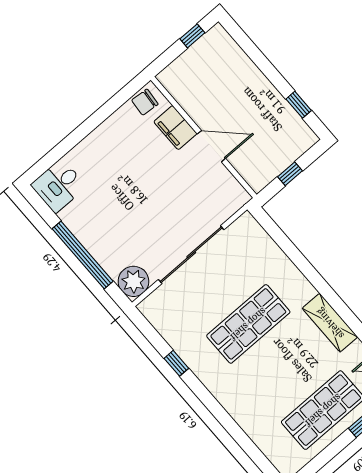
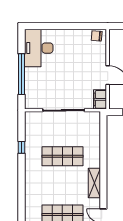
filing cabinet: (175, 128) -> (100, 99), moved
desk: (59, 186) -> (39, 48), width x1.87, depth x1.30
plant: (133, 281) -> (32, 101), removed

